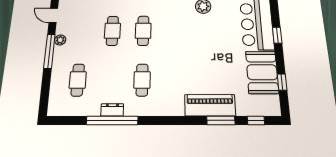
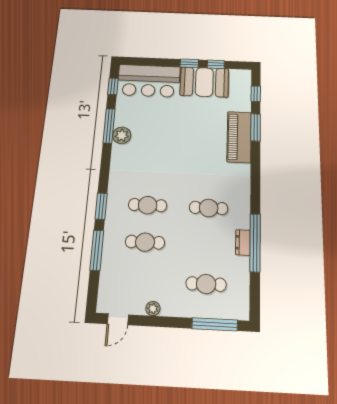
window: (277, 35) -> (189, 63), moved
window: (49, 51) -> (215, 324), moved

